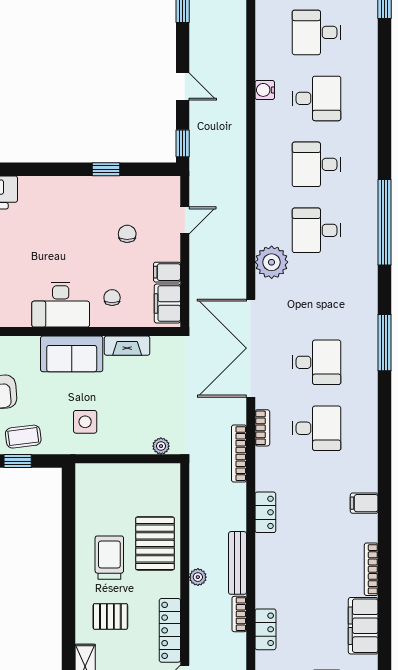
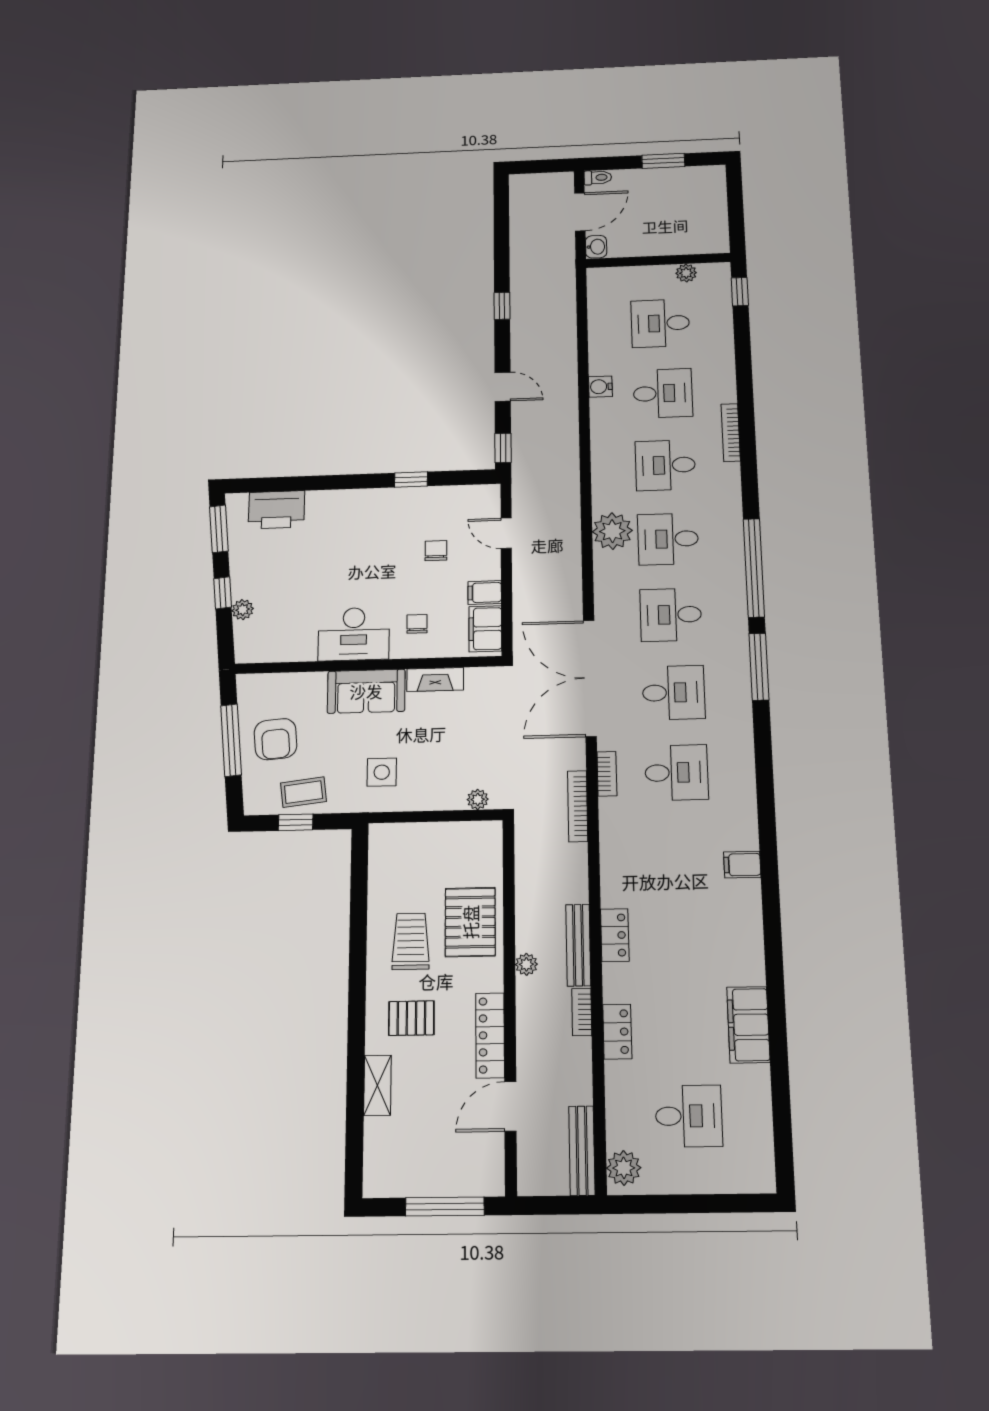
door: (185, 220) -> (506, 533), swing flipped
window: (385, 222) -> (754, 568), moved
plant: (272, 262) -> (612, 531), moved
desk: (317, 296) -> (671, 615), added
locker: (265, 512) -> (615, 935), moved
bookcase: (371, 569) -> (731, 433), moved

